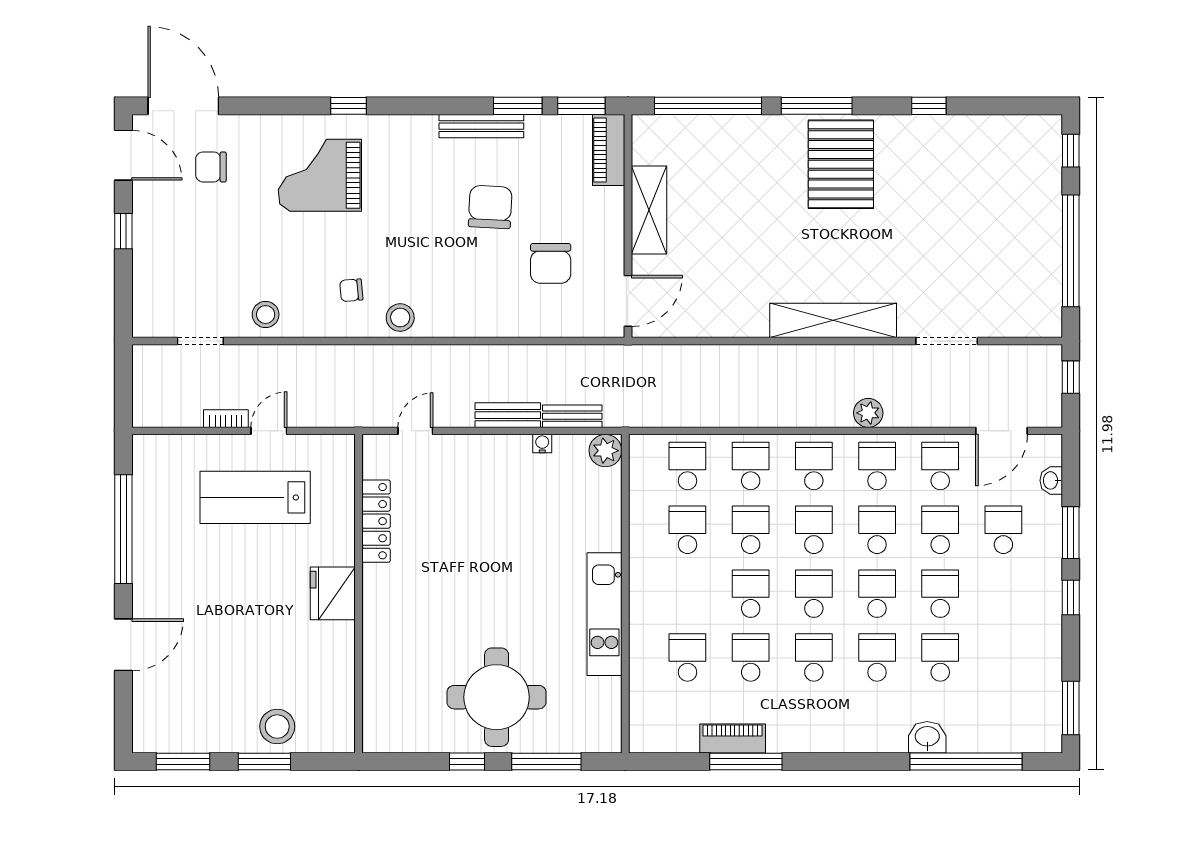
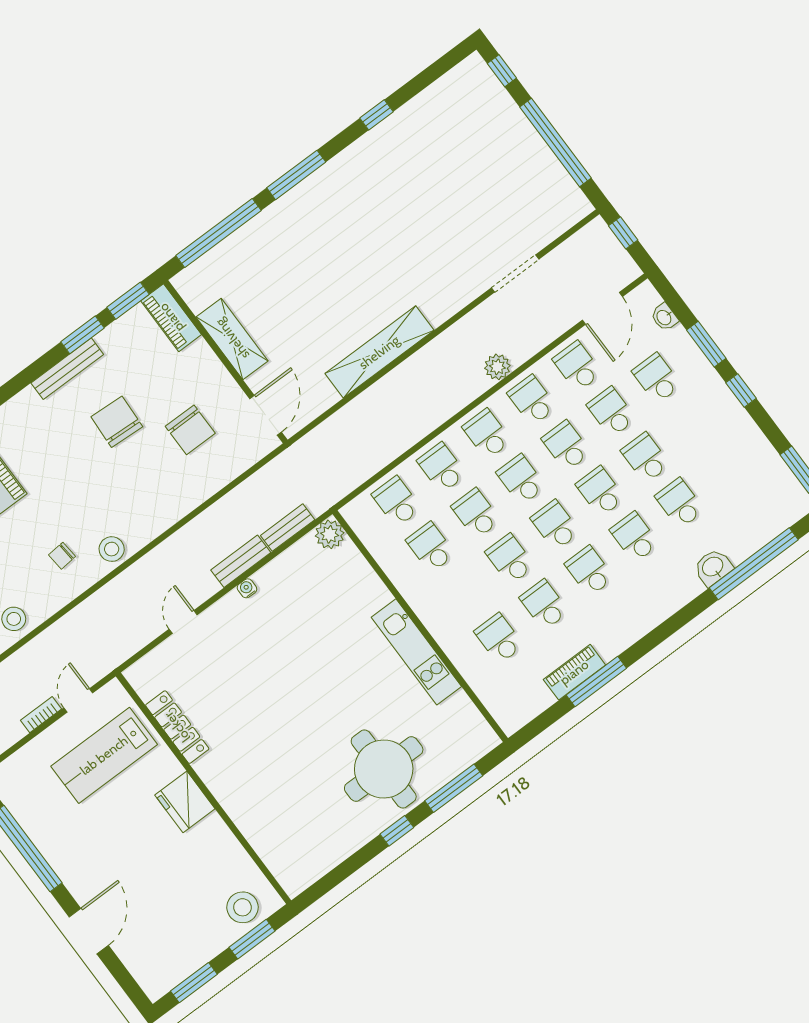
pallet: (841, 164) -> (345, 204), removed
shelving: (833, 320) -> (379, 352), moved
water cooler: (542, 444) -> (247, 588), moved
locker: (376, 521) -> (177, 727), moved
fridge: (333, 593) -> (185, 802), moved
wall: (359, 594) -> (203, 788), moved

